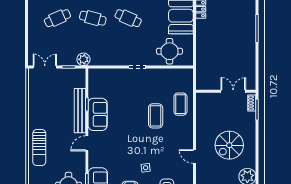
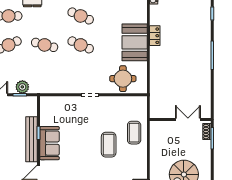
plant: (83, 59) -> (22, 87), moved

